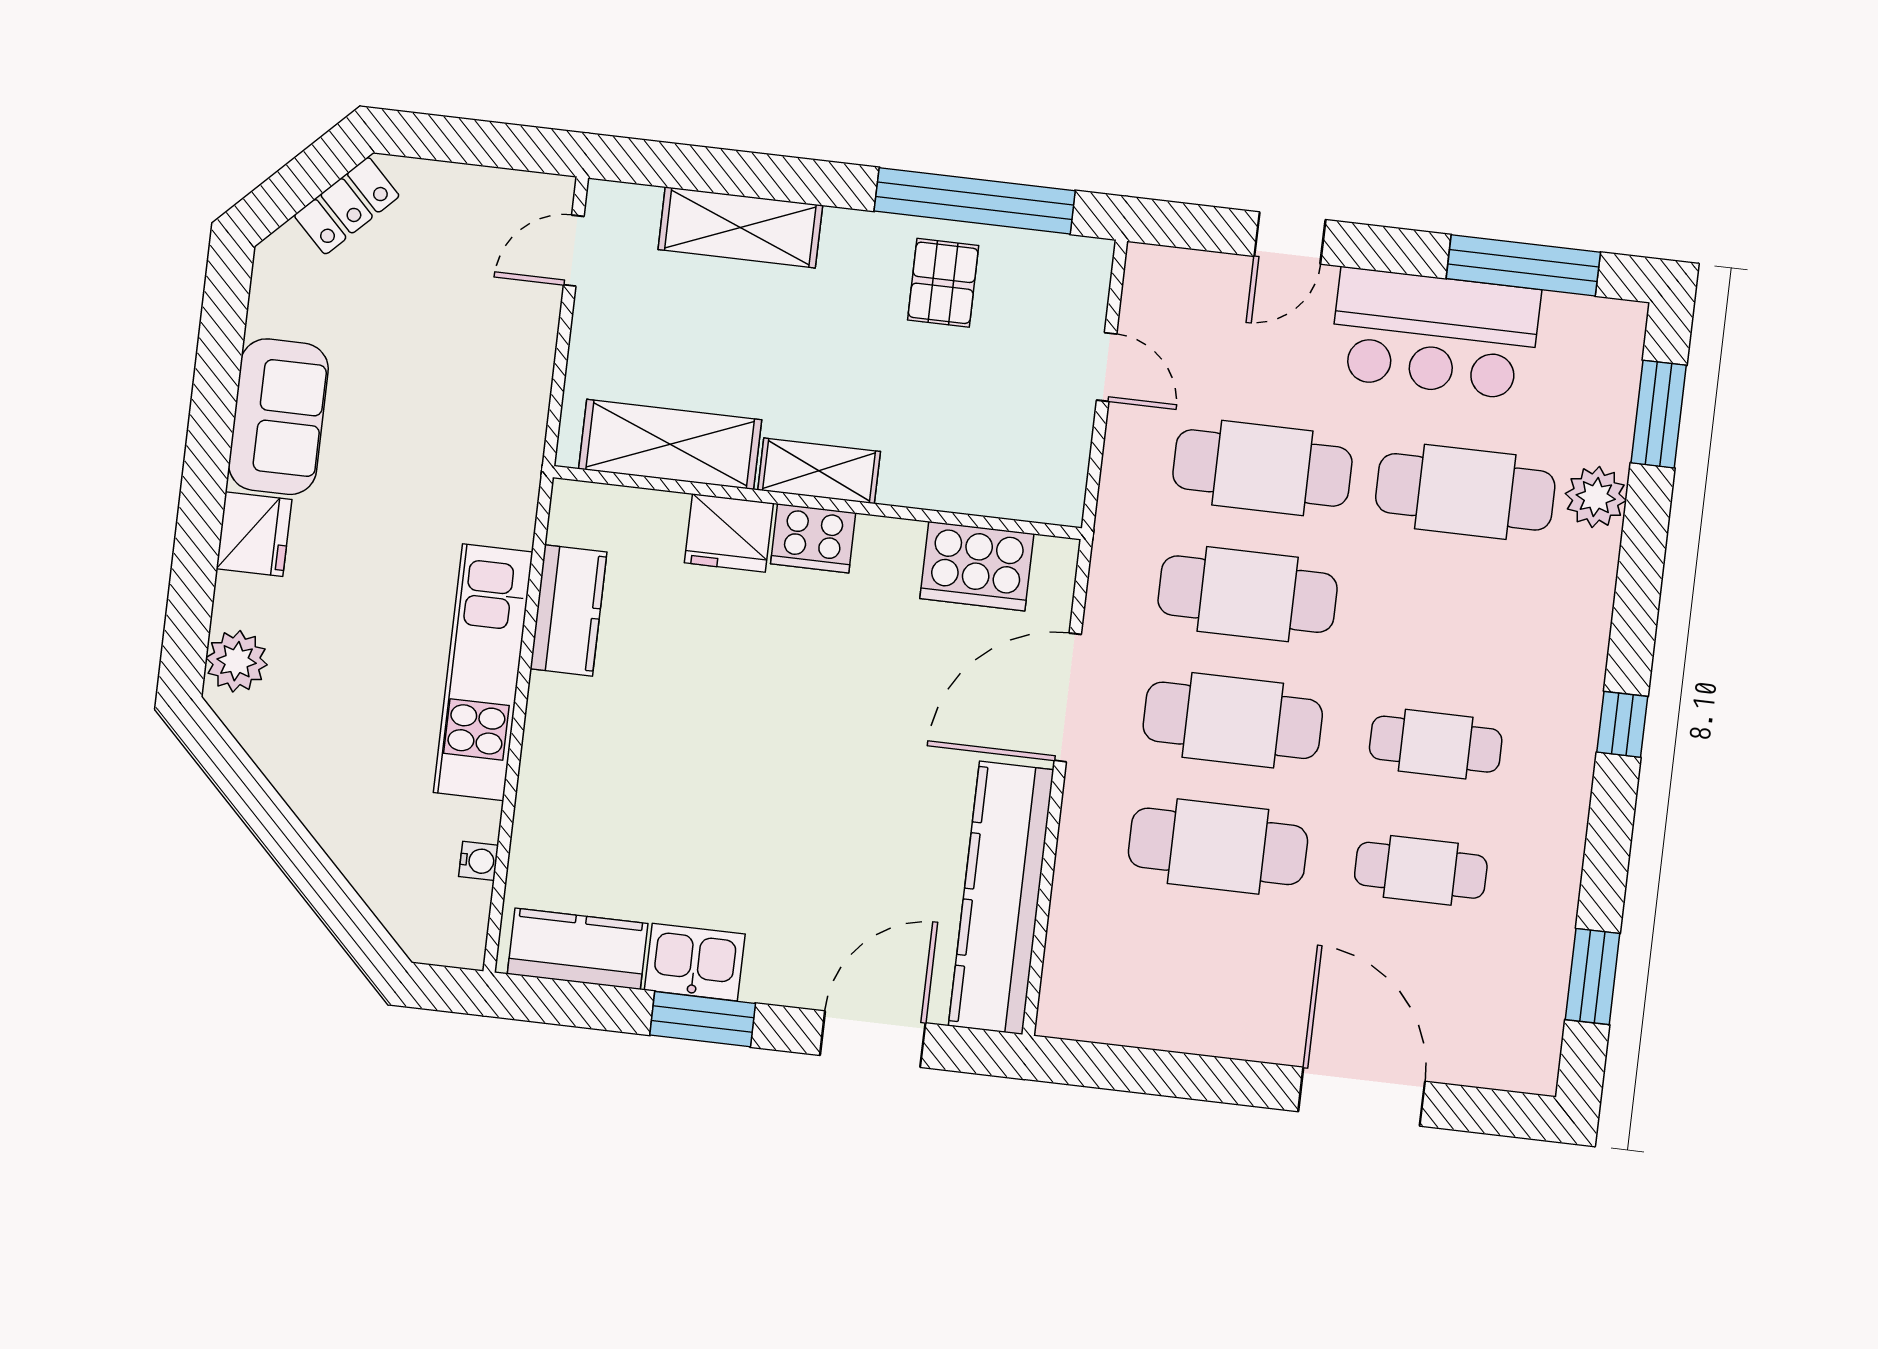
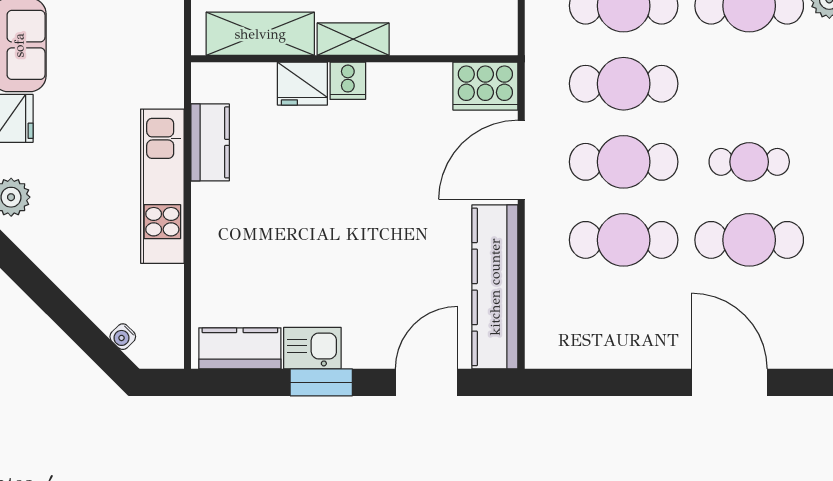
cooker: (813, 538) -> (348, 81), width x0.73
cooker: (977, 566) -> (485, 86), moved
water cooler: (479, 861) -> (123, 337), moved, turned 135
cafe table: (1421, 870) -> (749, 240), width x1.37, depth x1.35

